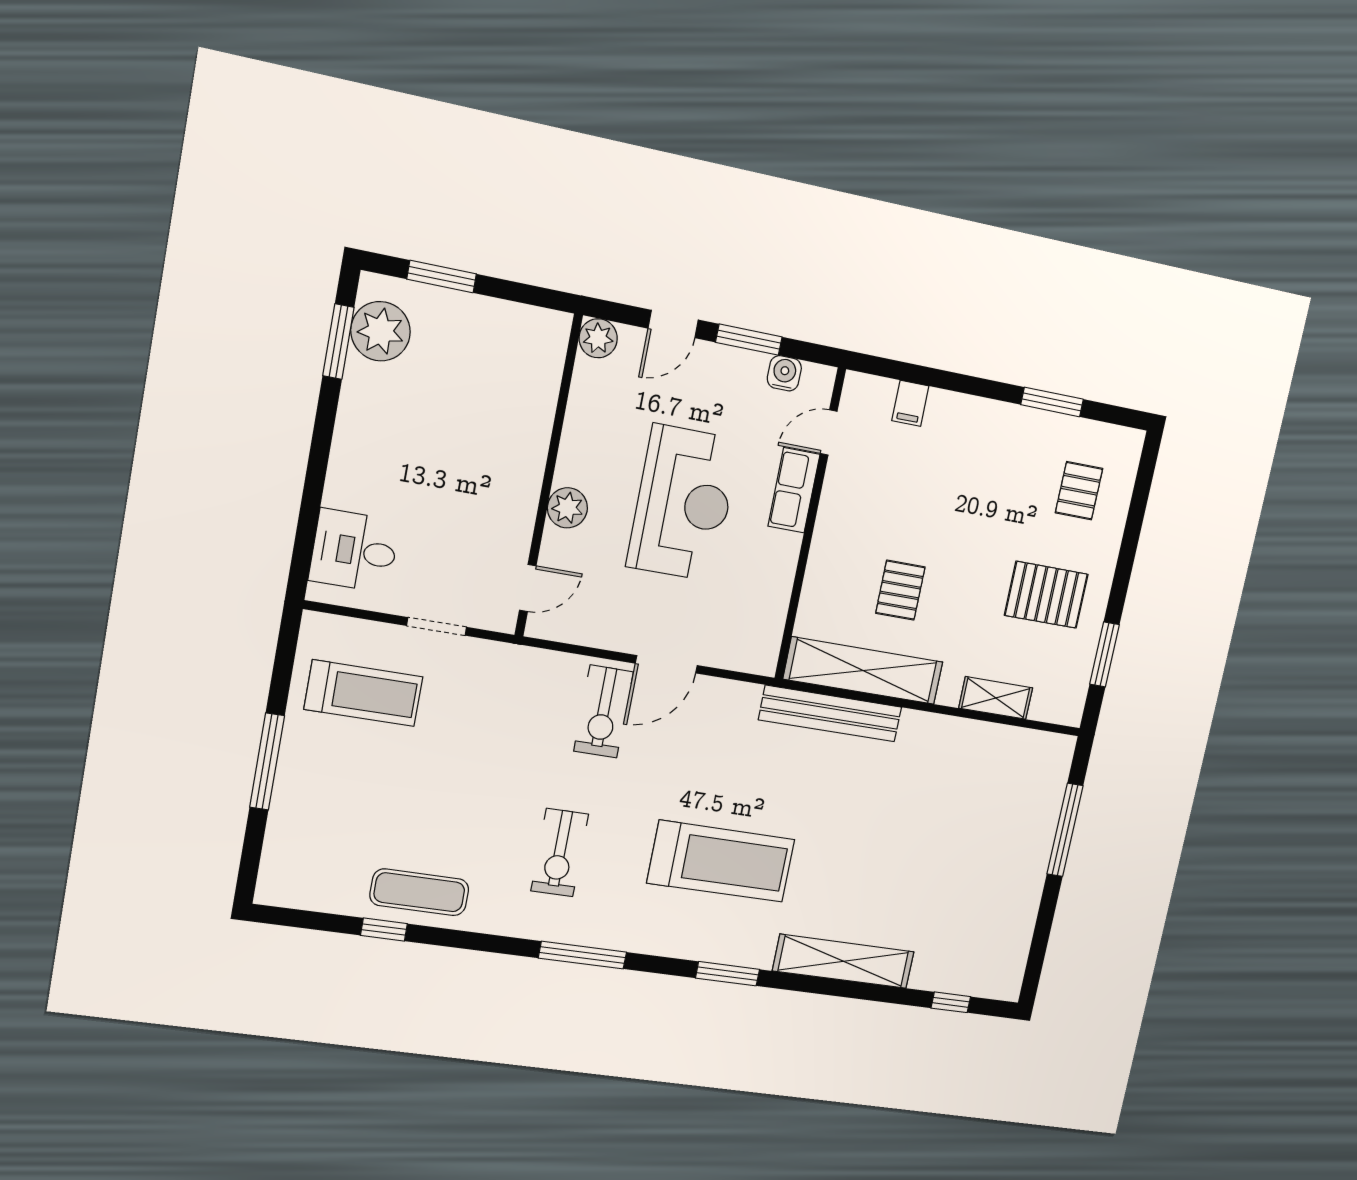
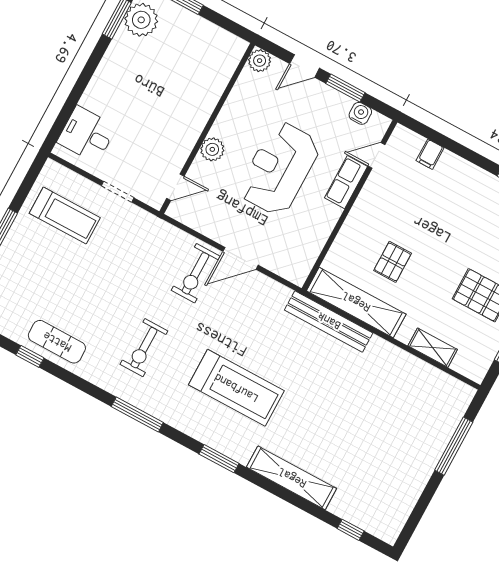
reception desk: (683, 503) -> (279, 168), turned 180

